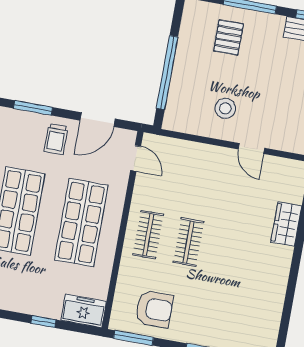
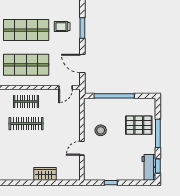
pallet: (229, 37) -> (139, 125), width x1.50, depth x1.42
trolley: (56, 139) -> (62, 27), moved
clothes rail: (189, 242) -> (26, 124), width x1.36

